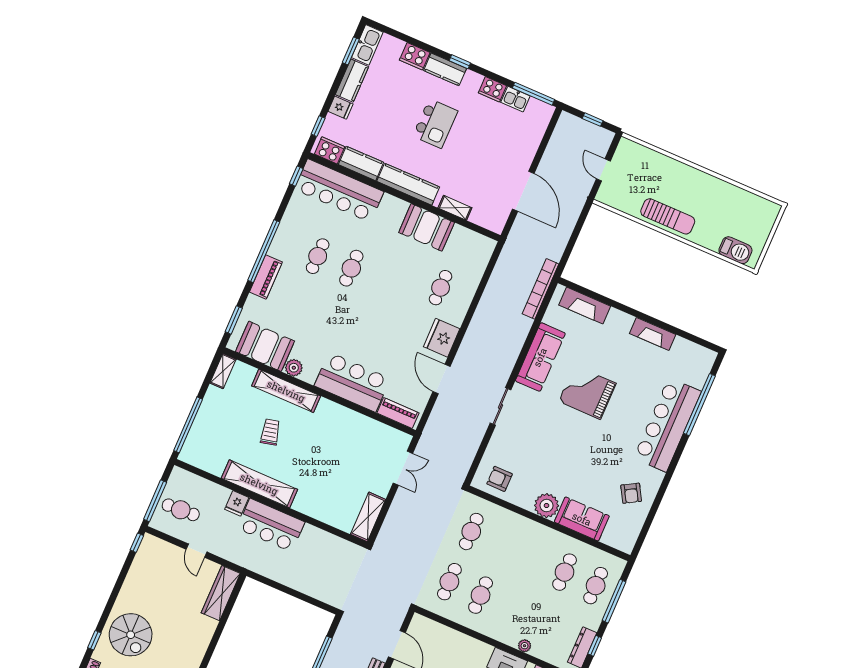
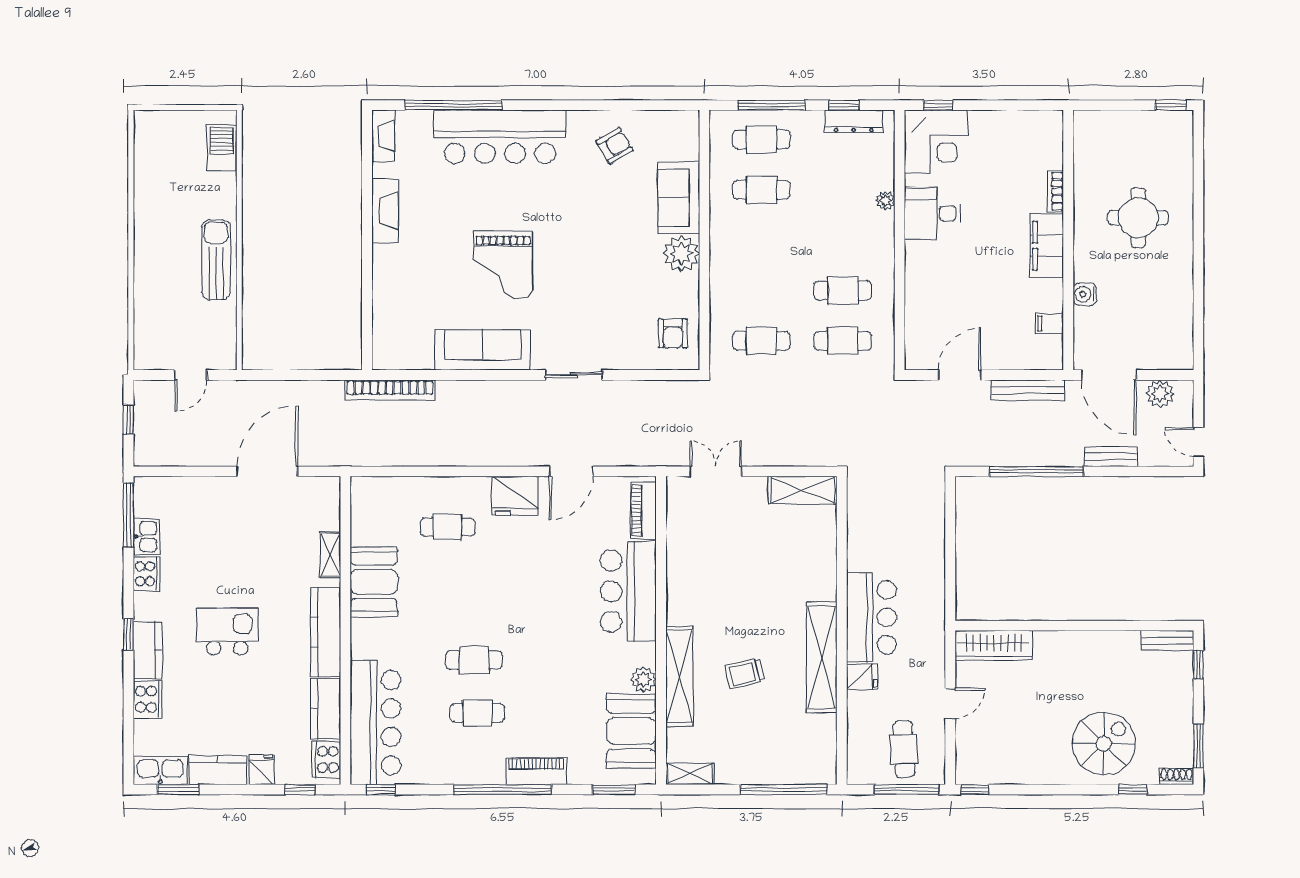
fireplace: (585, 306) -> (383, 136), moved, width x0.73, depth x0.76

